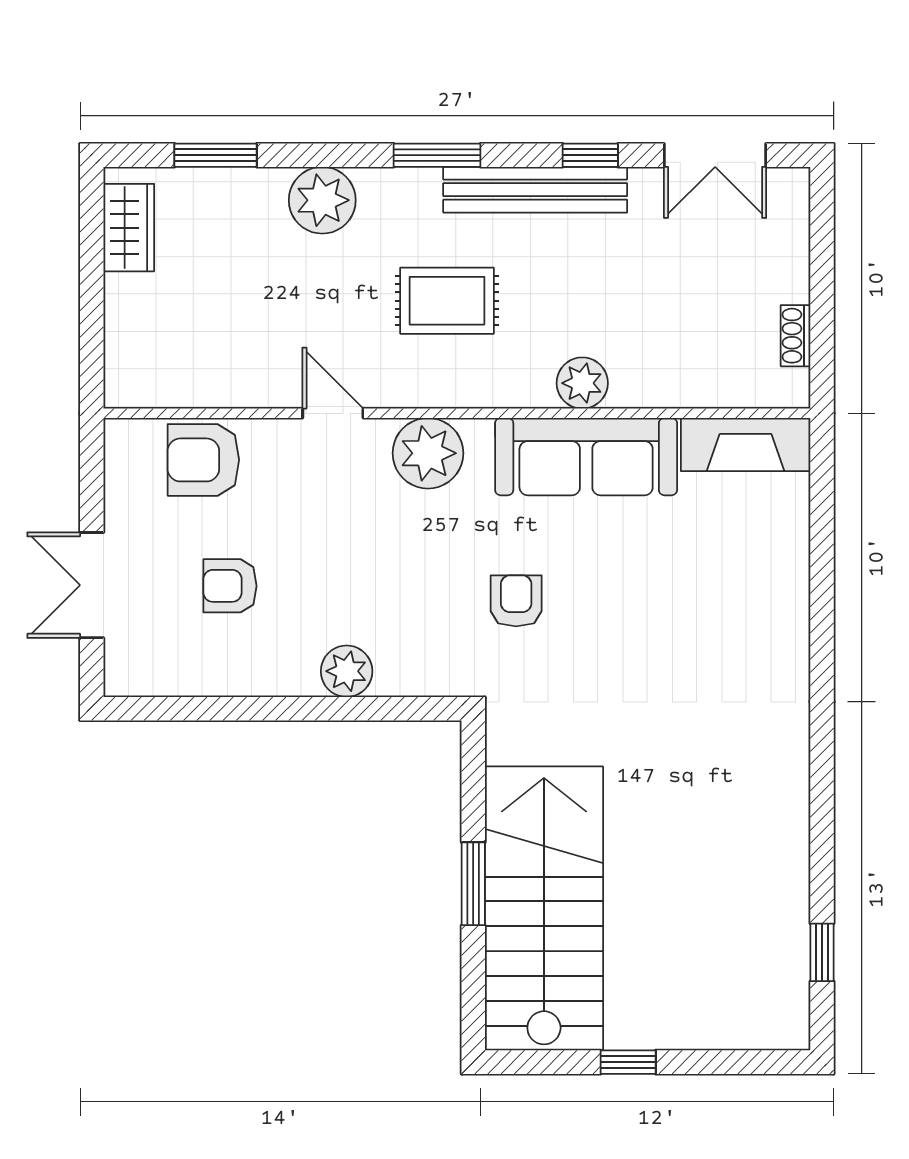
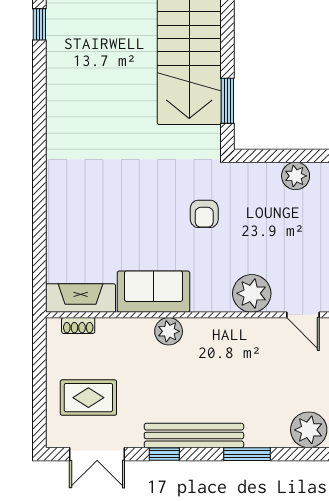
double door: (715, 155) -> (97, 454), swing flipped
rug: (447, 301) -> (88, 398), moved
shoe rack: (795, 336) -> (78, 325), moved, turned 90
sofa: (586, 457) -> (154, 292), width x0.73
window: (473, 884) -> (227, 101), moved

